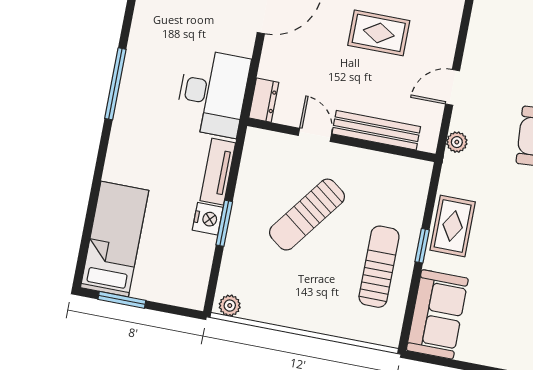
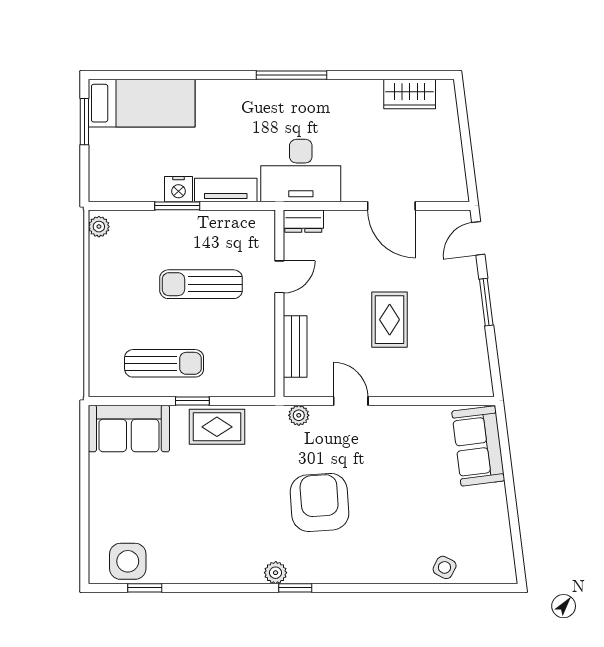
bench: (376, 130) -> (295, 346), width x0.73
sun lounger: (307, 215) -> (201, 284), turned -37

